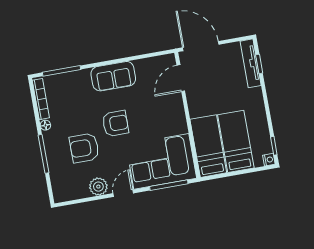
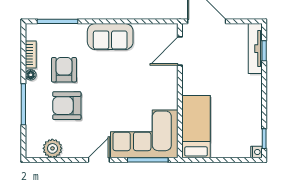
bookcase: (41, 99) -> (31, 55), width x0.64
armchair: (115, 123) -> (64, 70), moved, turned -90
bed: (236, 141) -> (225, 127), removed
plant: (98, 187) -> (52, 148), moved

